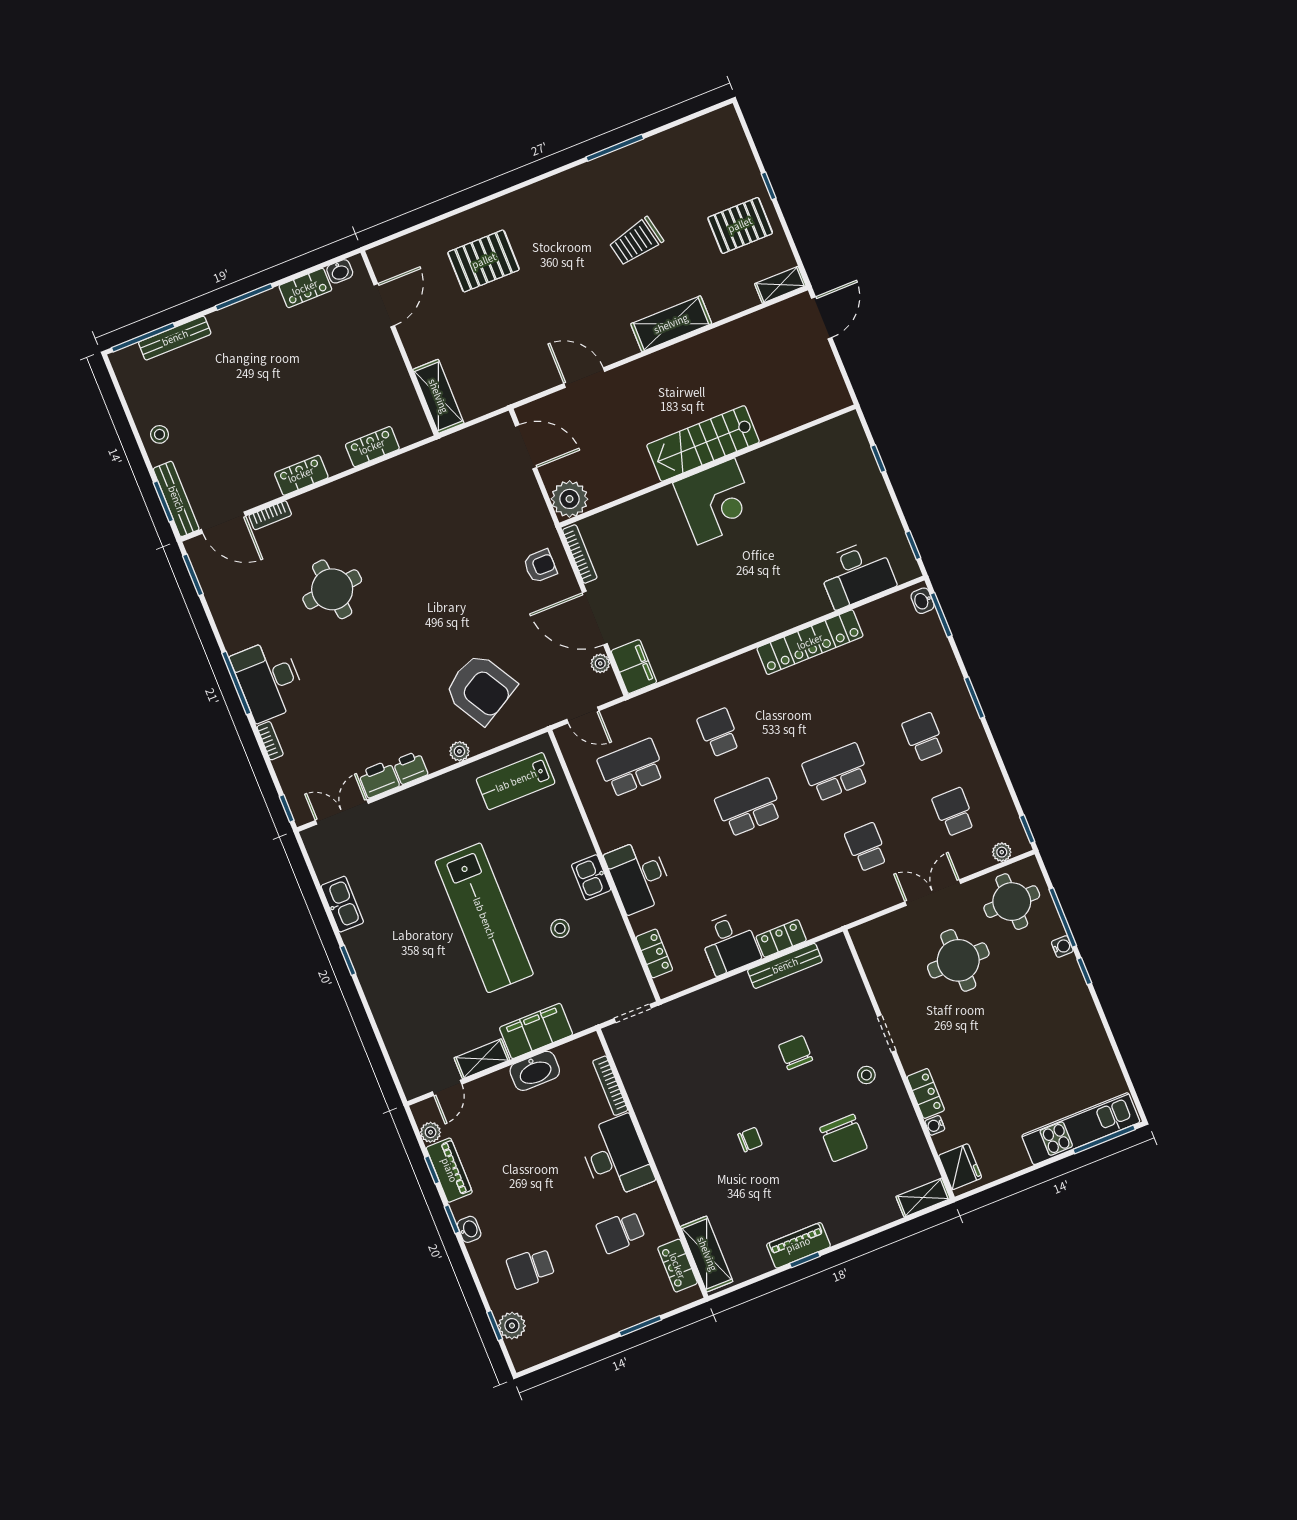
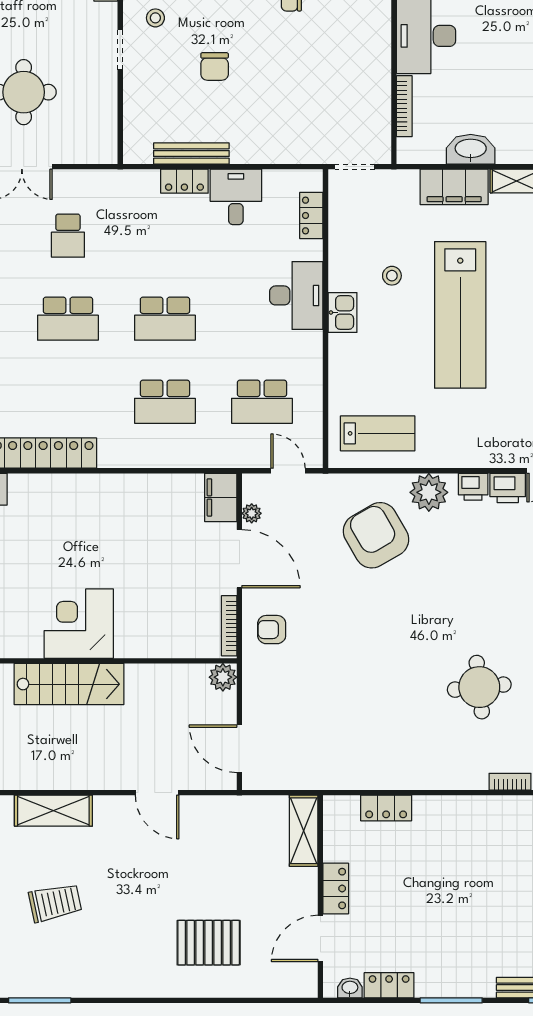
locker: (301, 475) -> (336, 889), moved, turned -90
plant: (569, 499) -> (223, 677), width x0.73, depth x0.73
school desk: (719, 733) -> (165, 402), width x1.85
plant: (459, 751) -> (429, 492), width x1.87, depth x1.87
lab bench: (484, 918) -> (460, 315), turned 180

